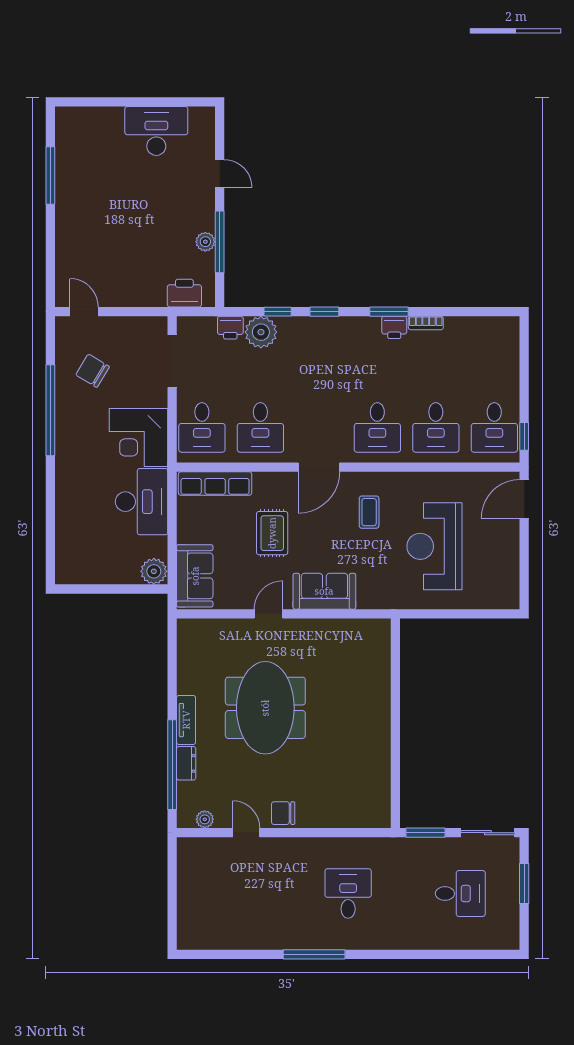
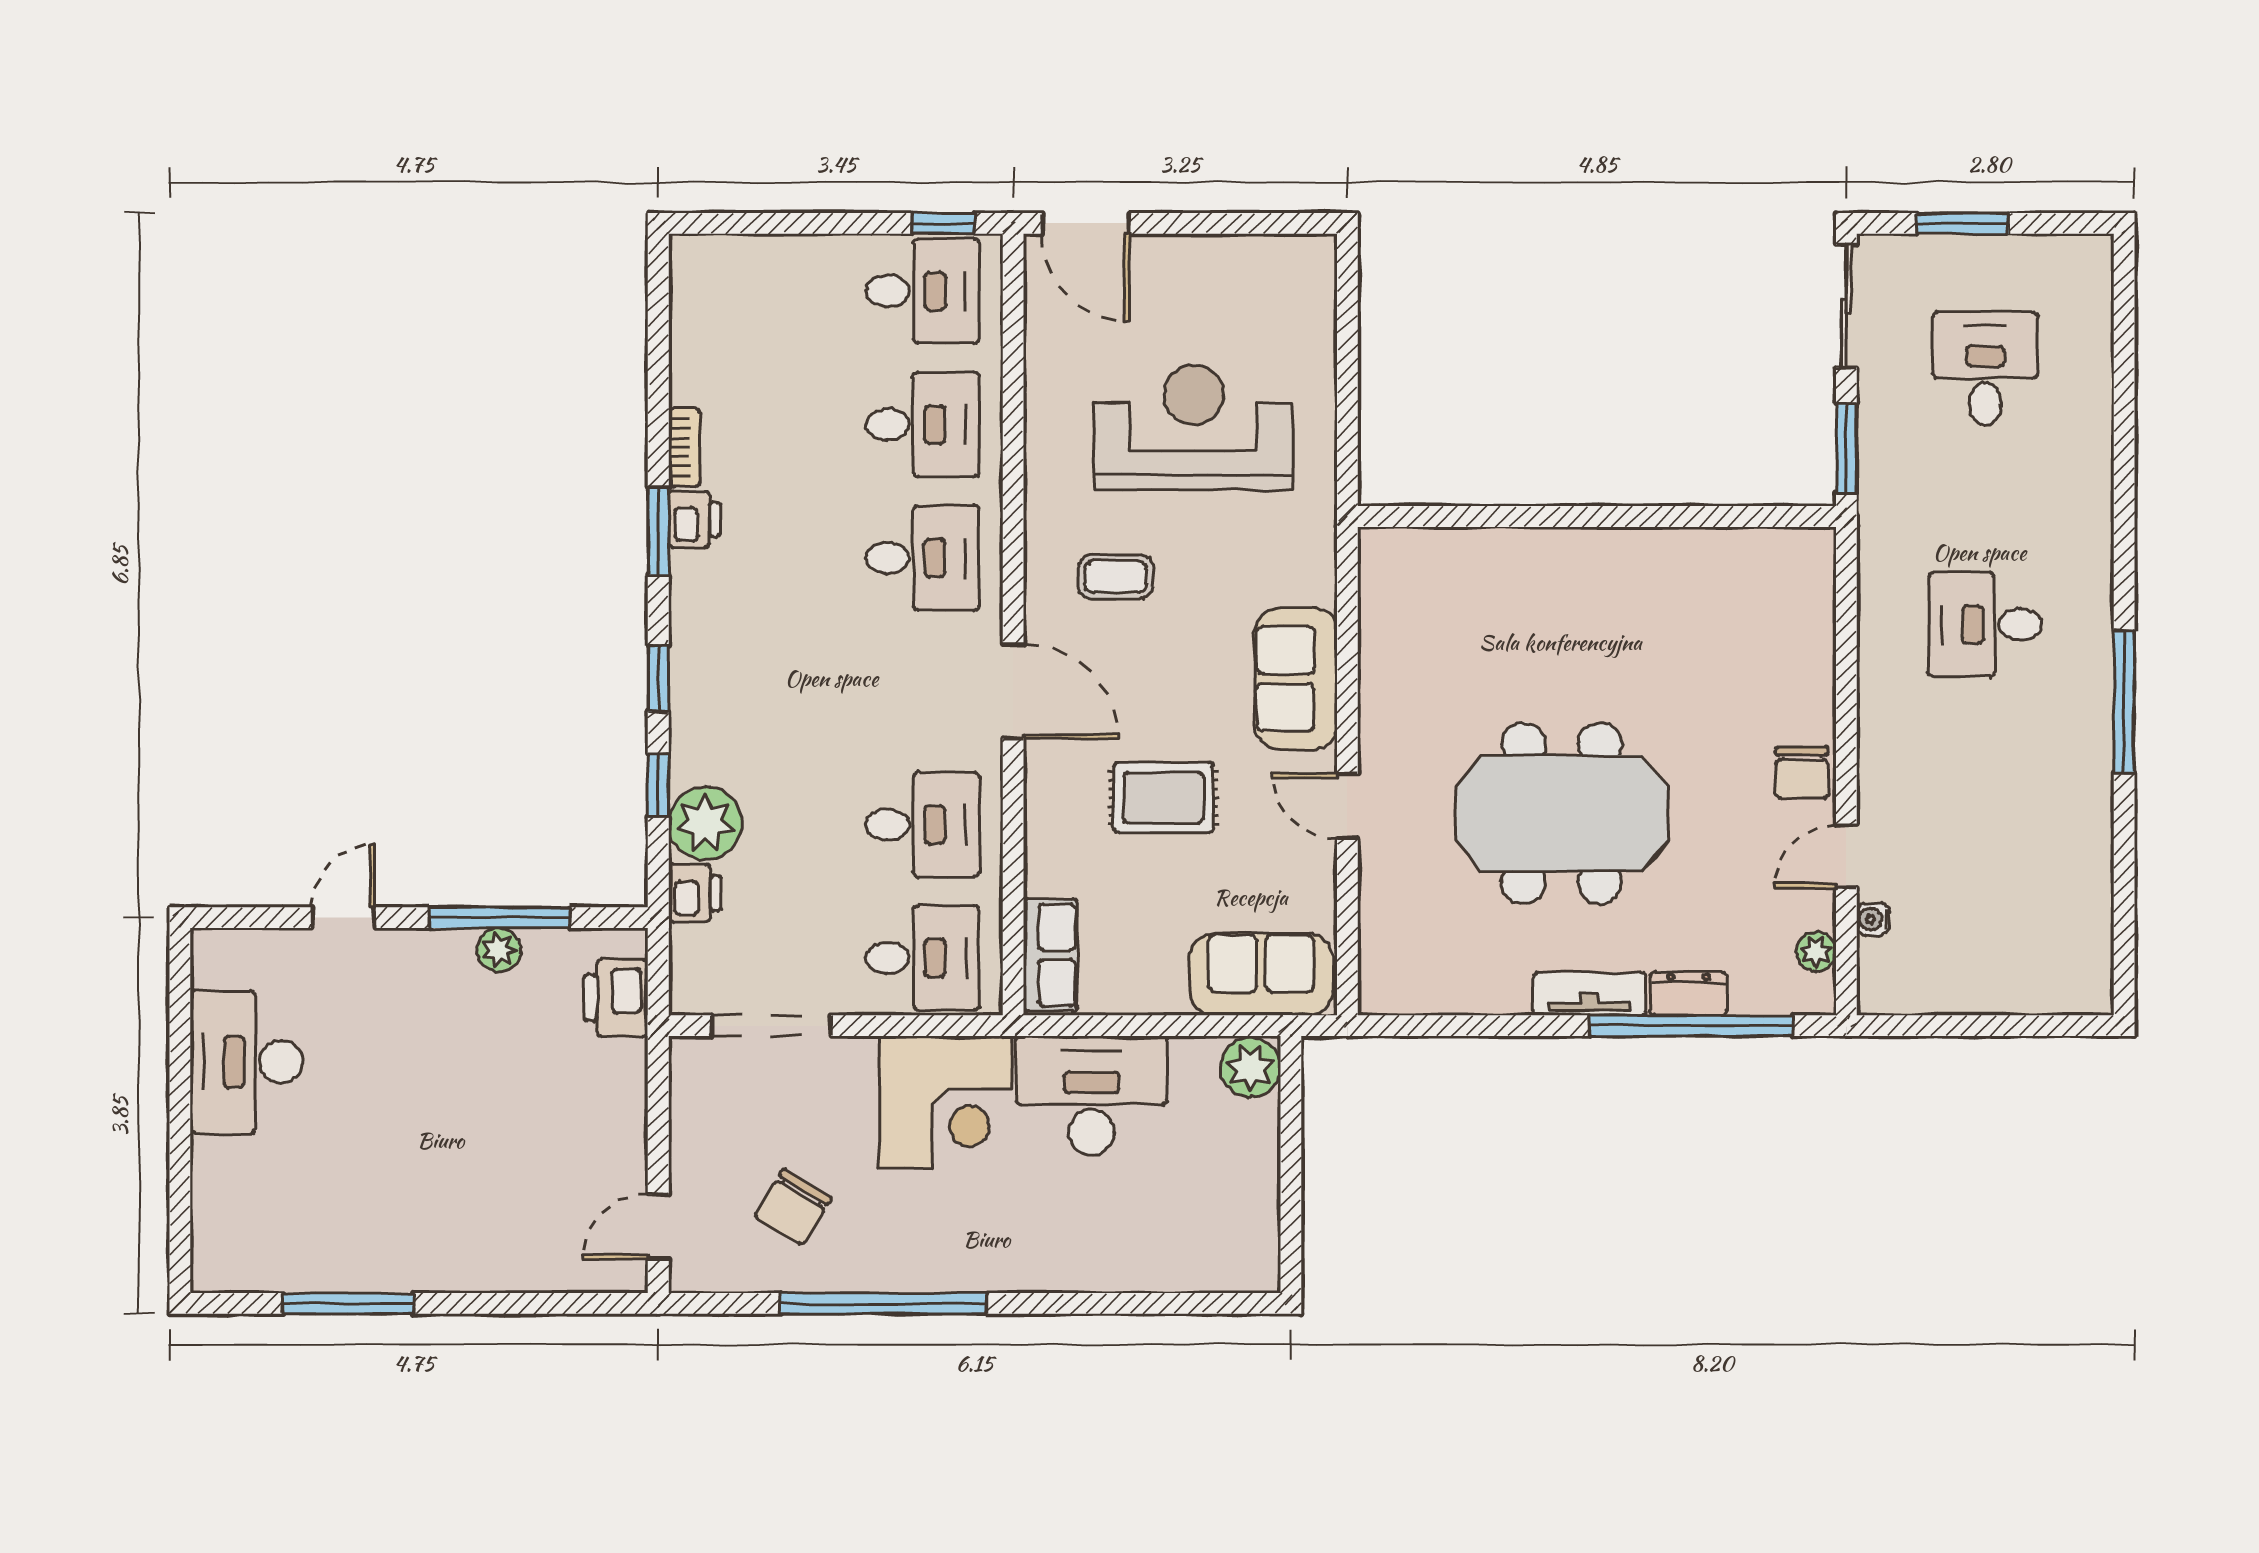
row of seats: (215, 484) -> (1050, 955), width x0.68
reception desk: (434, 546) -> (1193, 428), turned 180
water cooler: (219, 844) -> (1873, 919), added

